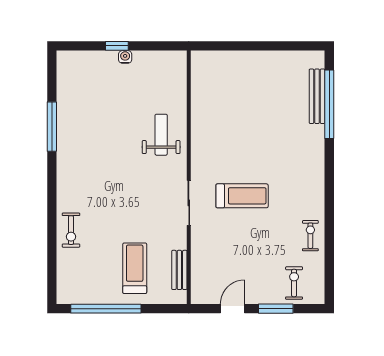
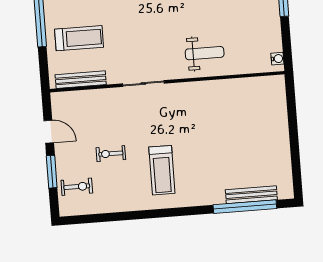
water cooler: (125, 57) -> (277, 59), moved
treadmill: (242, 196) -> (162, 170), moved
exercise bike: (310, 236) -> (111, 154), moved, turned 180
bench: (179, 270) -> (81, 80), width x1.36

